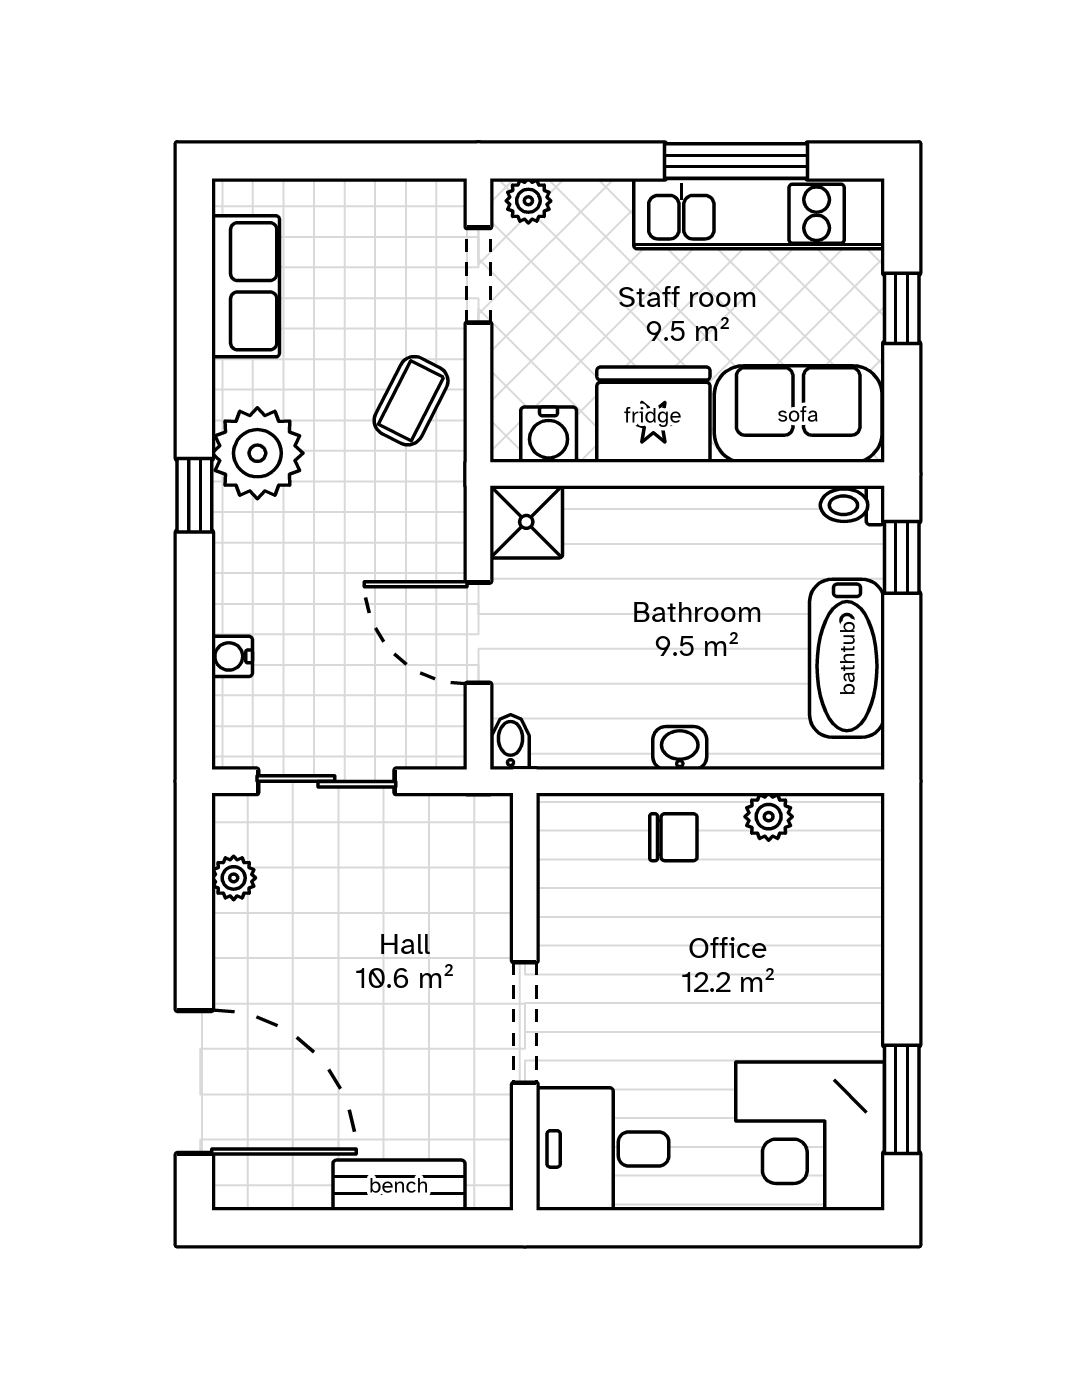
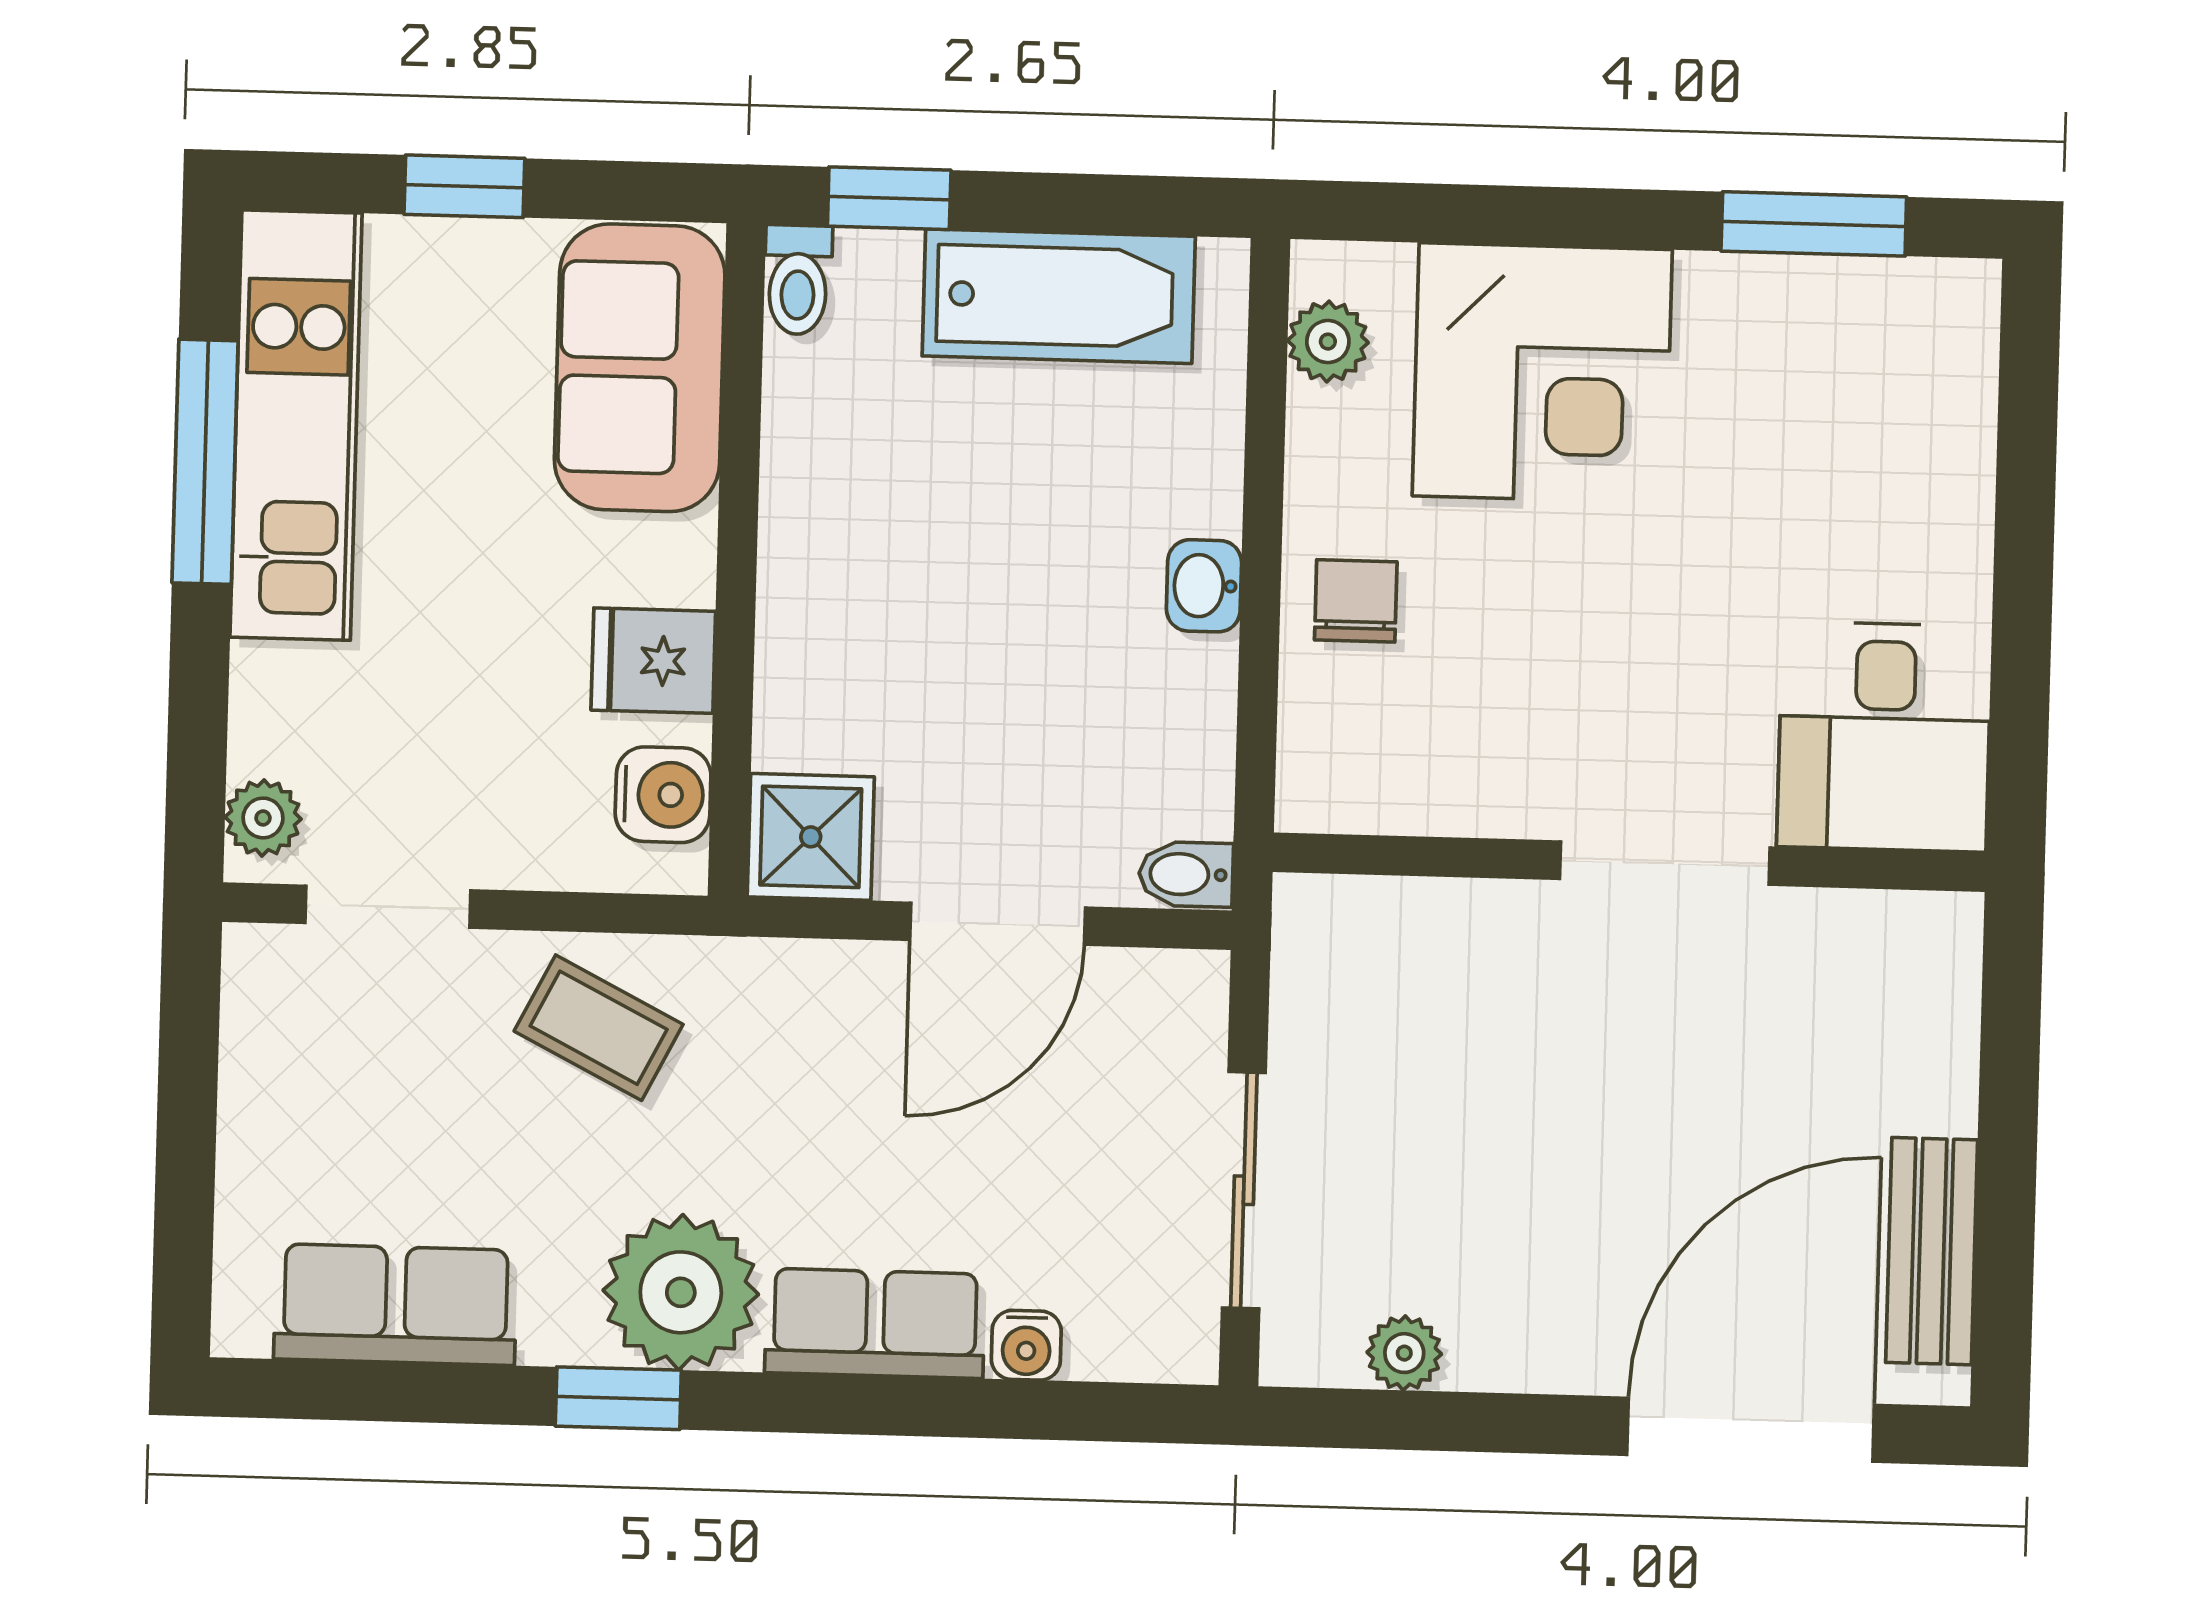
fridge: (653, 415) -> (653, 661), width x0.53, depth x0.75
window: (194, 495) -> (618, 1398), moved
row of seats: (242, 567) -> (875, 1323), added
plant: (769, 817) -> (1328, 342), moved
corner desk: (810, 1136) -> (1542, 373), moved
bench: (399, 1185) -> (1932, 1251), moved

